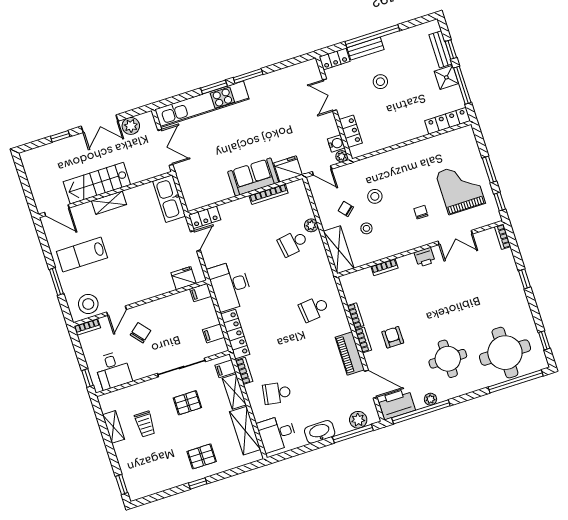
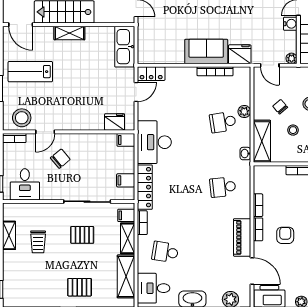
water cooler: (336, 143) -> (290, 24), moved
washbasin: (326, 268) -> (245, 154), added

